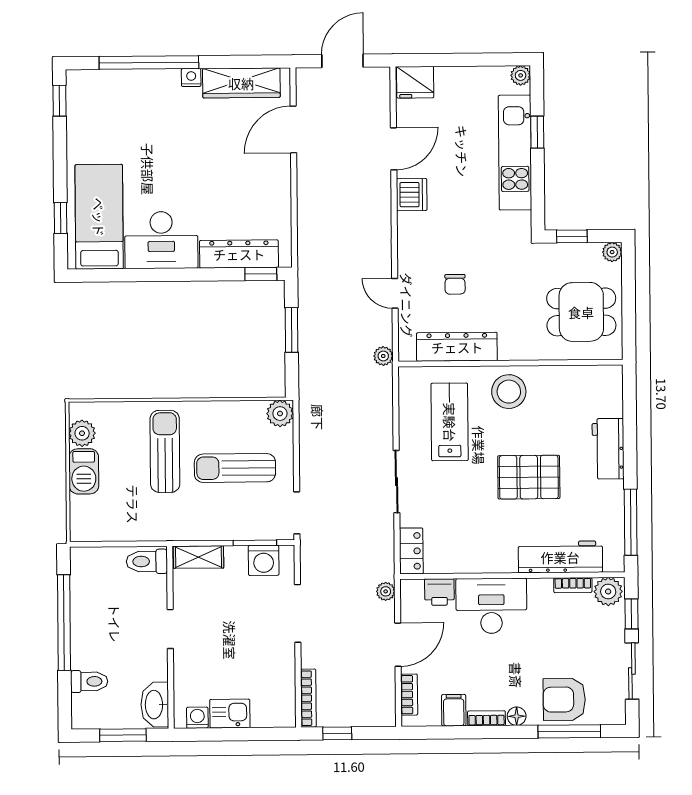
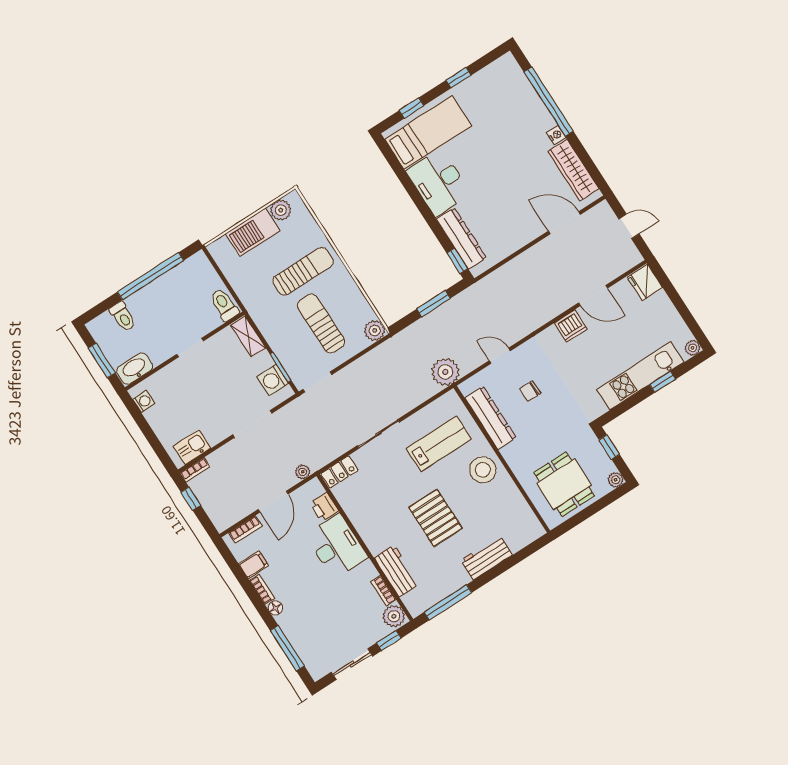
door: (342, 61) -> (629, 226), width x0.73
window: (59, 101) -> (458, 78), moved
door: (395, 293) -> (500, 356), hinge flipped
plant: (383, 356) -> (445, 372), width x1.87, depth x1.87
barbecue: (84, 471) -> (253, 232), width x1.37, depth x1.21
workbench: (560, 557) -> (397, 571), width x0.73
door: (398, 645) -> (273, 502), hinge flipped
bookcase: (308, 698) -> (195, 470), width x0.64
armchair: (564, 699) -> (306, 632), removed
kitchen sink: (230, 714) -> (192, 447), moved, turned -90

